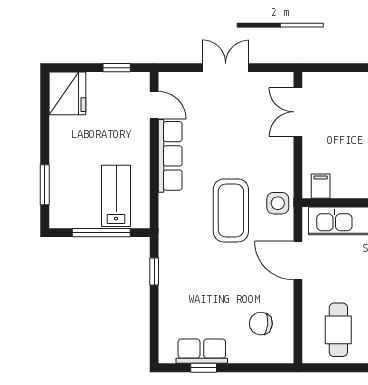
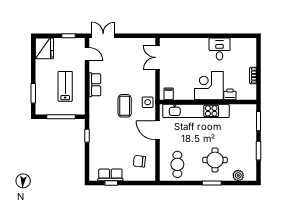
double door: (226, 68) -> (103, 36), moved
row of seats: (170, 156) -> (95, 85), width x0.68
lab bench: (116, 196) -> (65, 86), moved
coffee table: (231, 210) -> (125, 106), width x0.73, depth x0.76

